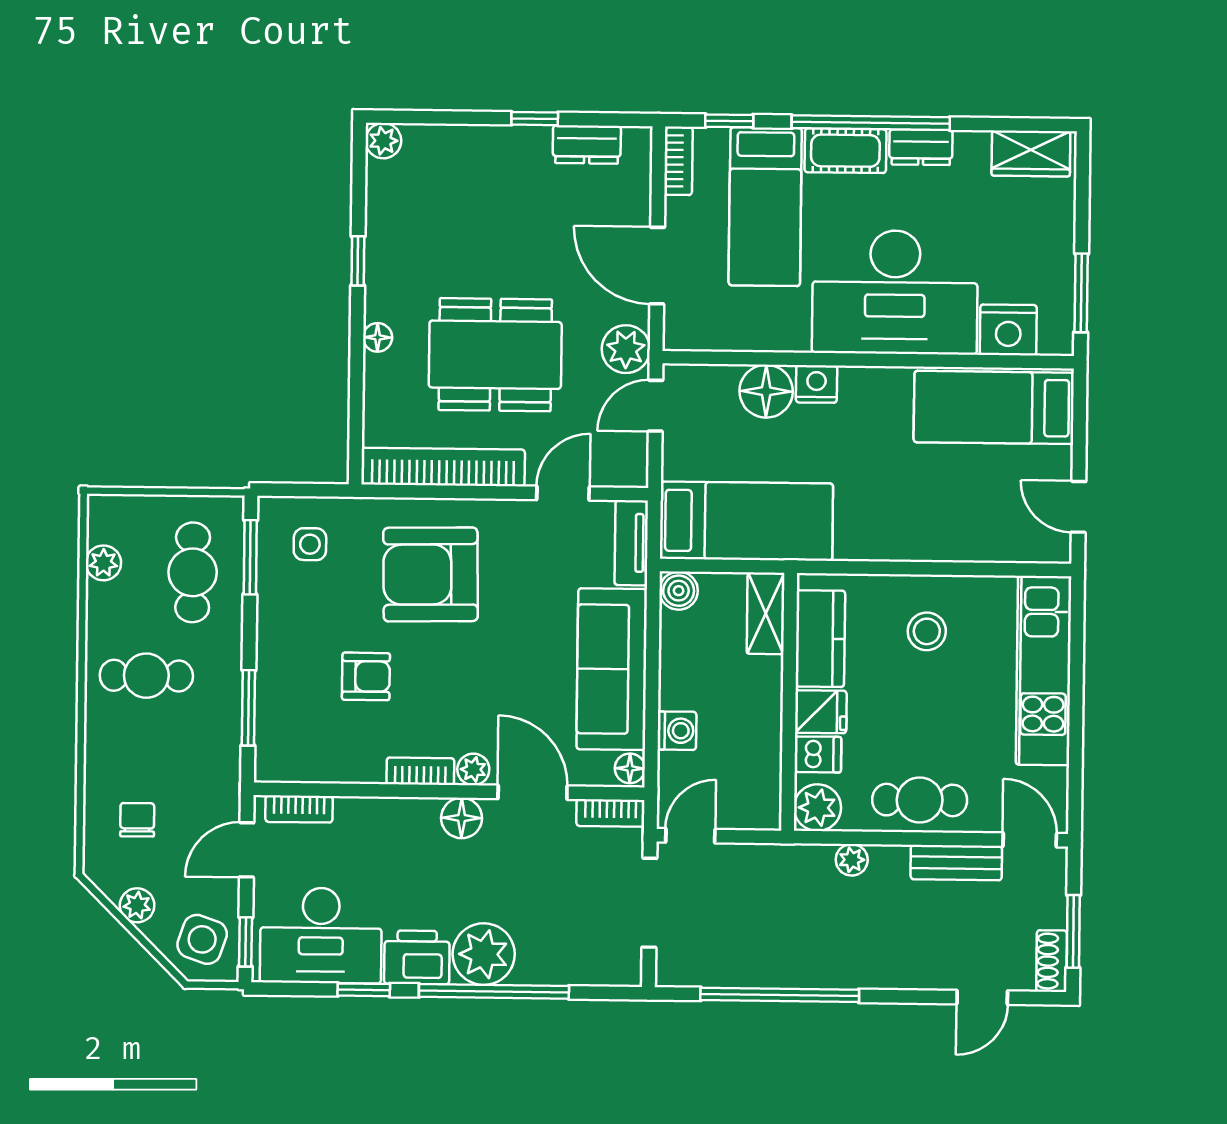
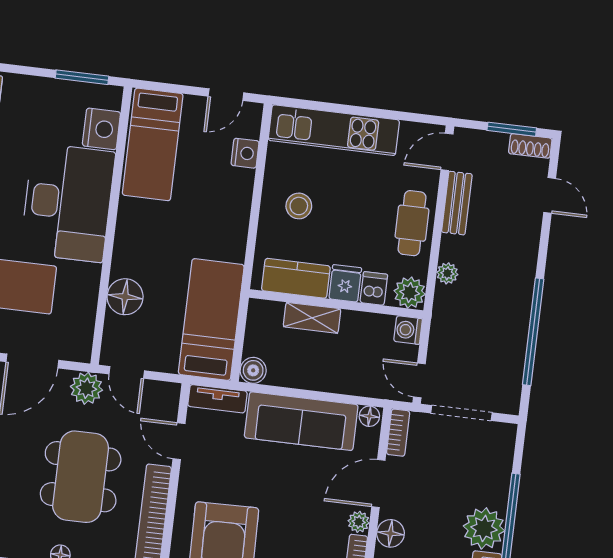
nightstand: (816, 384) -> (245, 153), moved, turned 180
shelving: (766, 613) -> (312, 318), moved
washing machine: (677, 731) -> (408, 330), moved, turned -90

